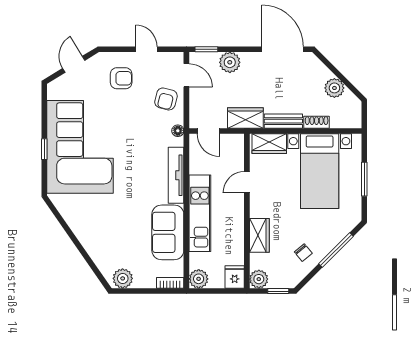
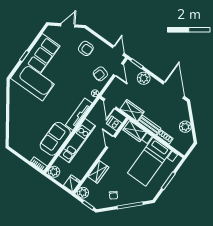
door: (146, 49) -> (118, 51), moved
dishwasher: (234, 153) -> (114, 123), added
door: (247, 182) -> (111, 142), hinge flipped
plant: (123, 278) -> (18, 145), removed

